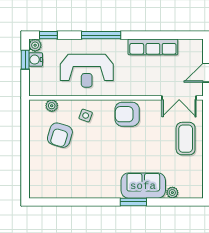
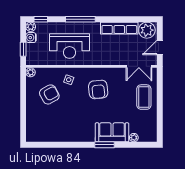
plant: (190, 50) -> (147, 30), added
window: (25, 60) -> (23, 49), moved
plant: (52, 106) -> (31, 72), moved
armchair: (127, 114) -> (98, 89), moved, turned -96
armchair: (60, 135) -> (49, 94), turned -136

